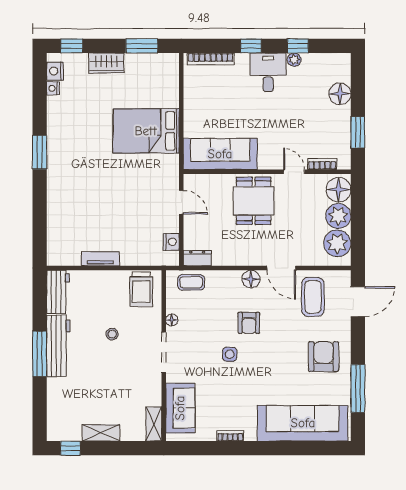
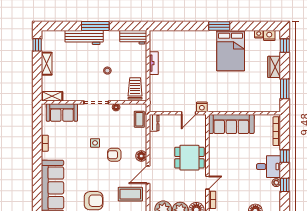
bed: (146, 131) -> (231, 51), moved, turned 180
sofa: (220, 154) -> (231, 124), moved, turned 90
nightstand: (171, 242) -> (202, 107), moved
trolley: (141, 289) -> (135, 88), turned 90
workbench: (58, 346) -> (84, 37), moved

